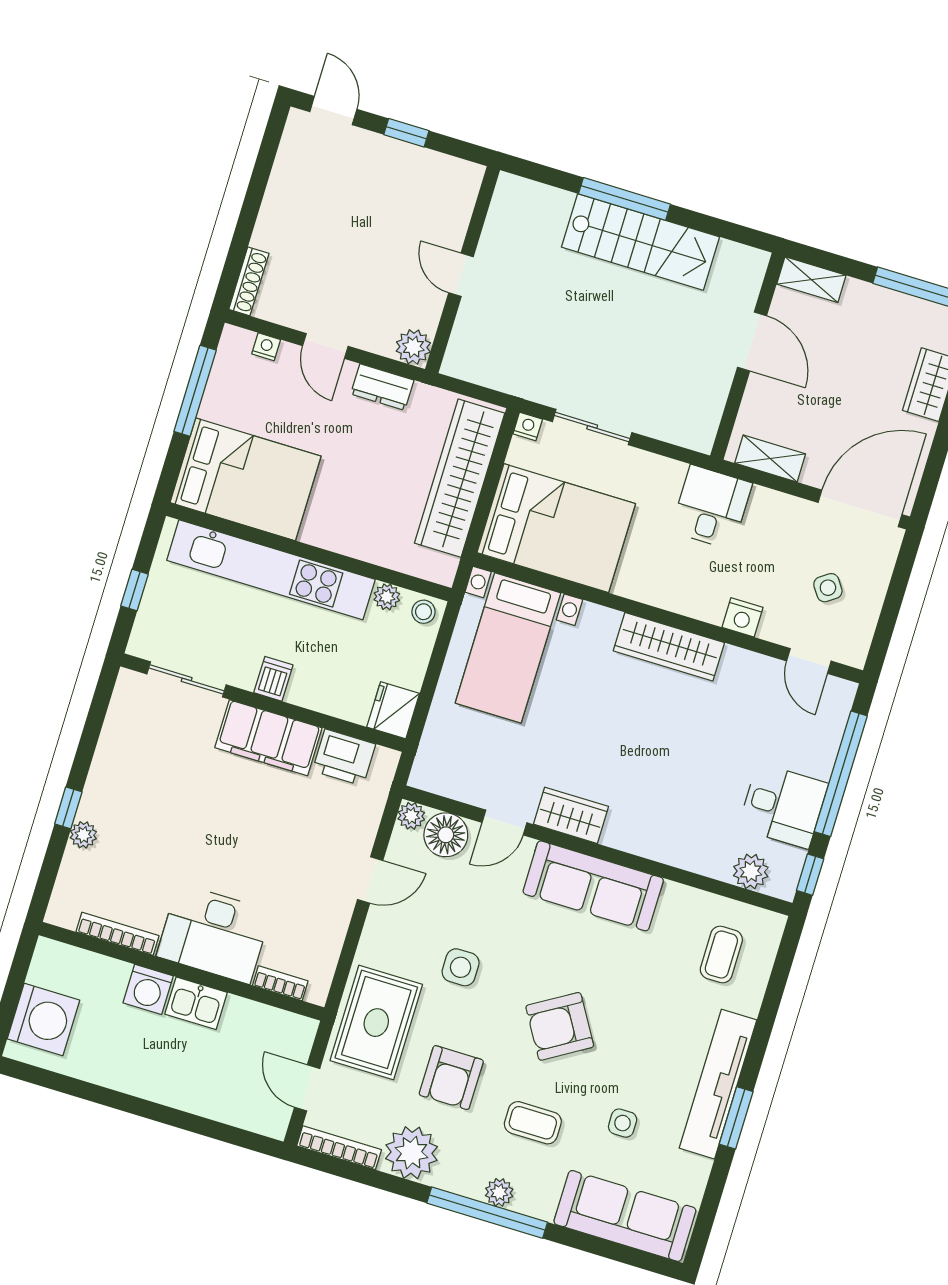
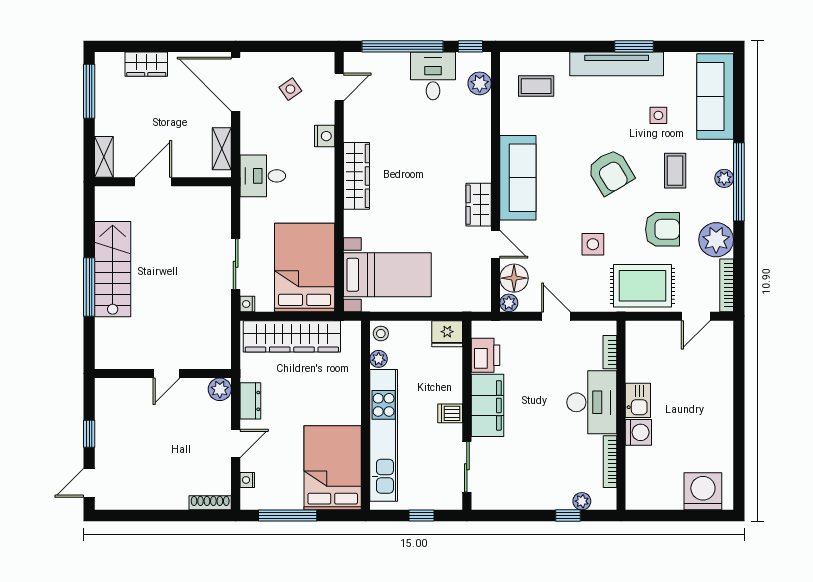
bookcase: (117, 934) -> (610, 462), moved
desk: (214, 934) -> (592, 402), moved
wall: (181, 971) -> (621, 415), moved
bookcase: (280, 983) -> (610, 352), moved
washing machine: (148, 989) -> (638, 432), moved
kitchen sink: (196, 1003) -> (638, 400), moved

